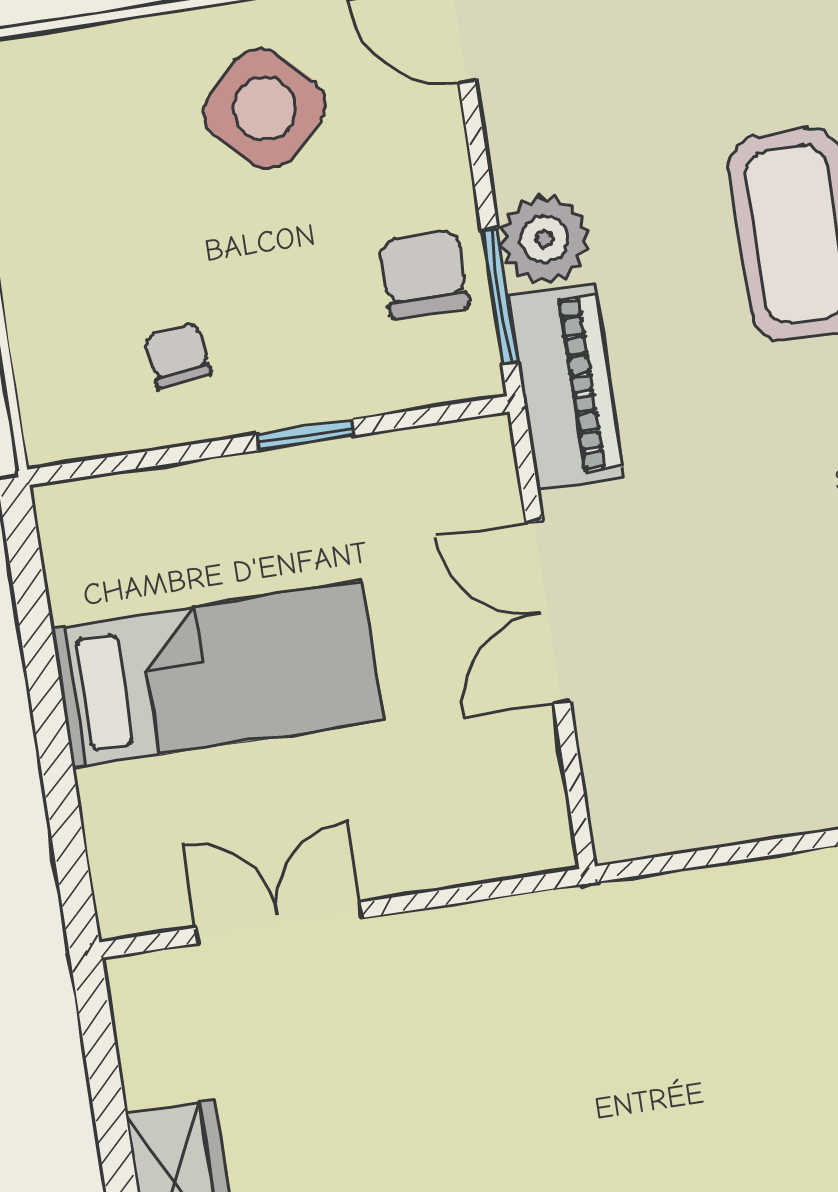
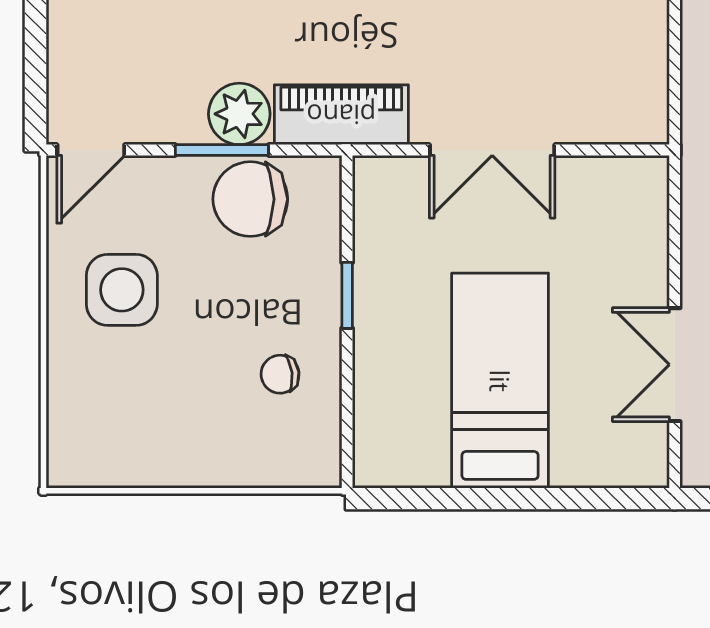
side table: (264, 108) -> (122, 290), turned 45
chair: (424, 274) -> (250, 199), width x1.37, depth x1.37
window: (500, 296) -> (222, 150), moved

